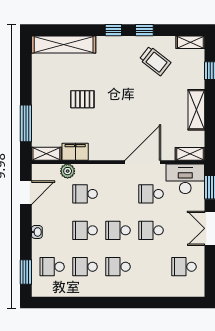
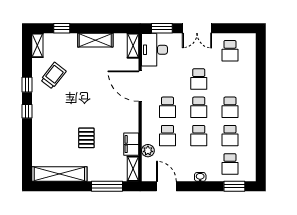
shelving: (64, 45) -> (59, 174), moved, turned 90
school desk: (151, 194) -> (167, 107), moved

